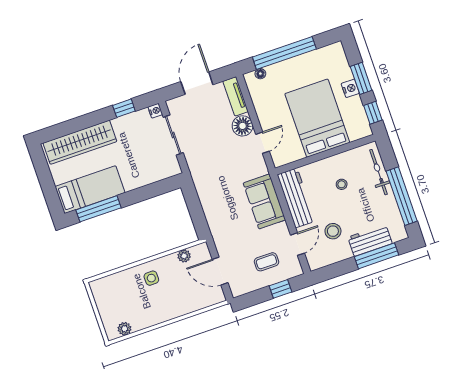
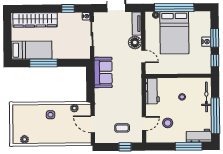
bed: (317, 118) -> (174, 33), moved, turned 180
door: (263, 143) -> (143, 56), hinge flipped
workbench: (296, 198) -> (152, 91), width x0.73
sofa: (264, 201) -> (103, 72), moved, turned 180
window: (98, 209) -> (43, 63), moved
workbench: (370, 240) -> (199, 136), moved

